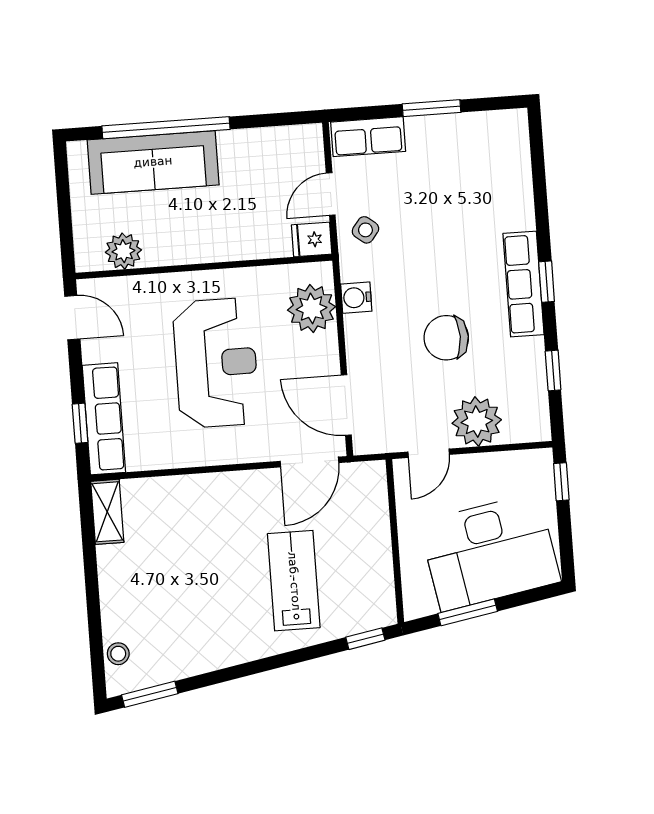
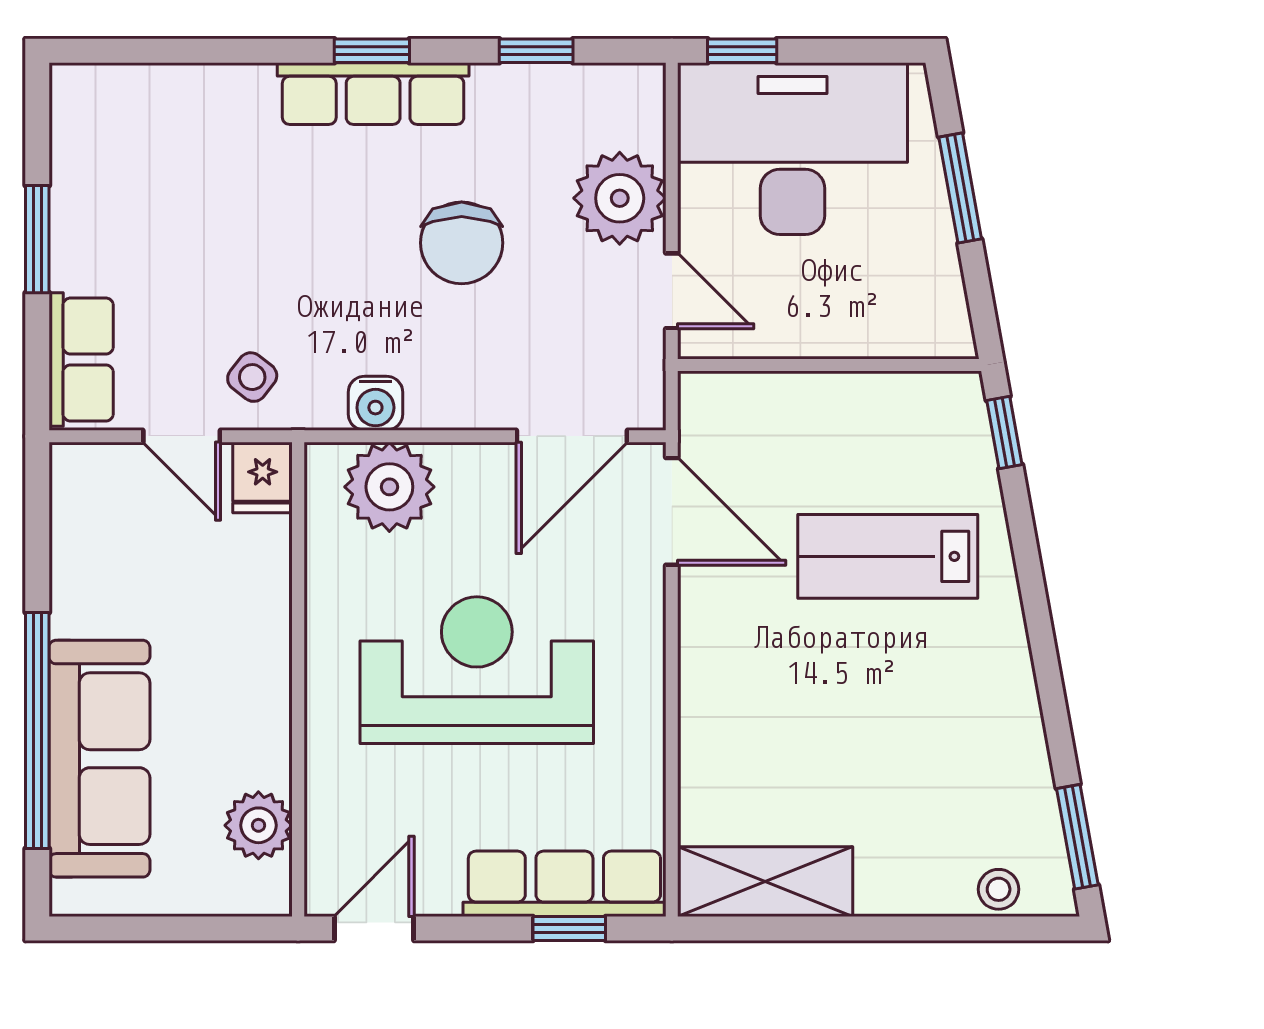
shelving: (107, 512) -> (765, 882), width x1.50, depth x1.33
desk: (490, 552) -> (792, 149), moved, turned -80
window: (468, 612) -> (960, 188), moved

